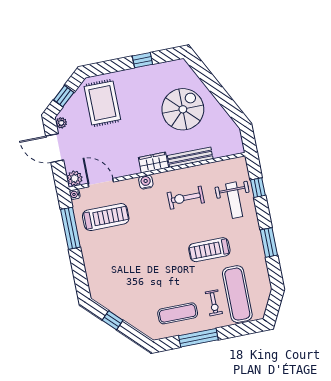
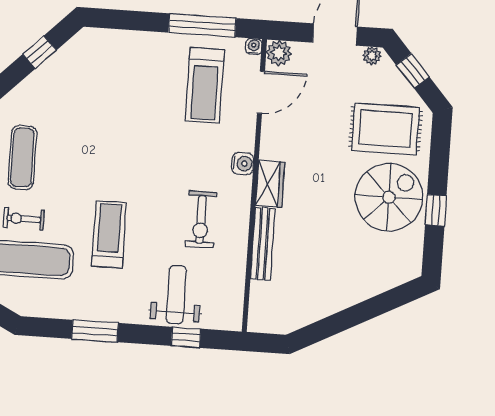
spiral stairs: (183, 109) -> (389, 197), moved, turned -90
exercise bike: (186, 198) -> (201, 220), turned 180
weight bench: (234, 200) -> (176, 295), turned 90

